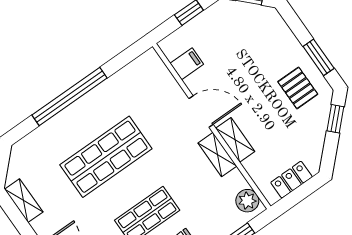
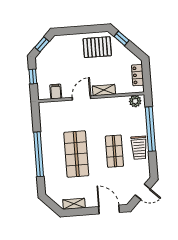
window: (319, 57) -> (89, 29), removed
pallet: (298, 88) -> (97, 47), width x1.50, depth x1.42
shelving: (217, 155) -> (106, 102), removed

